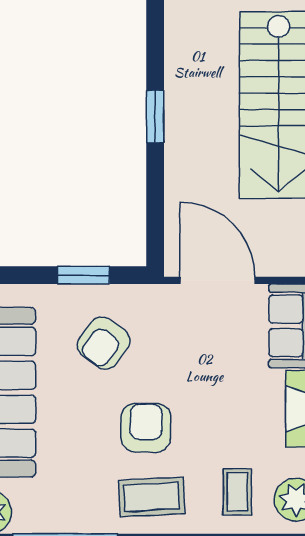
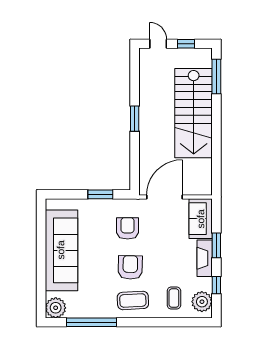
door: (217, 280) -> (164, 197), hinge flipped
armchair: (104, 343) -> (128, 228), moved, turned 143

